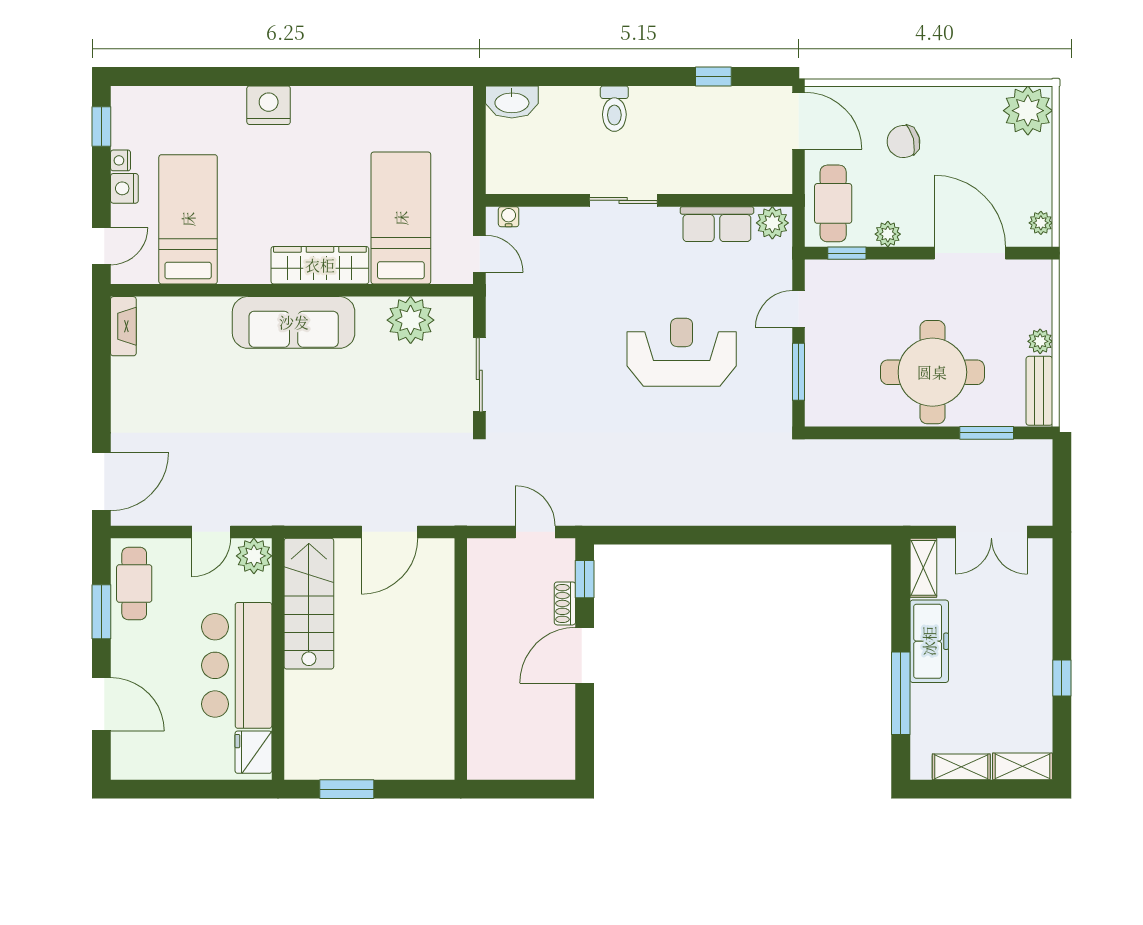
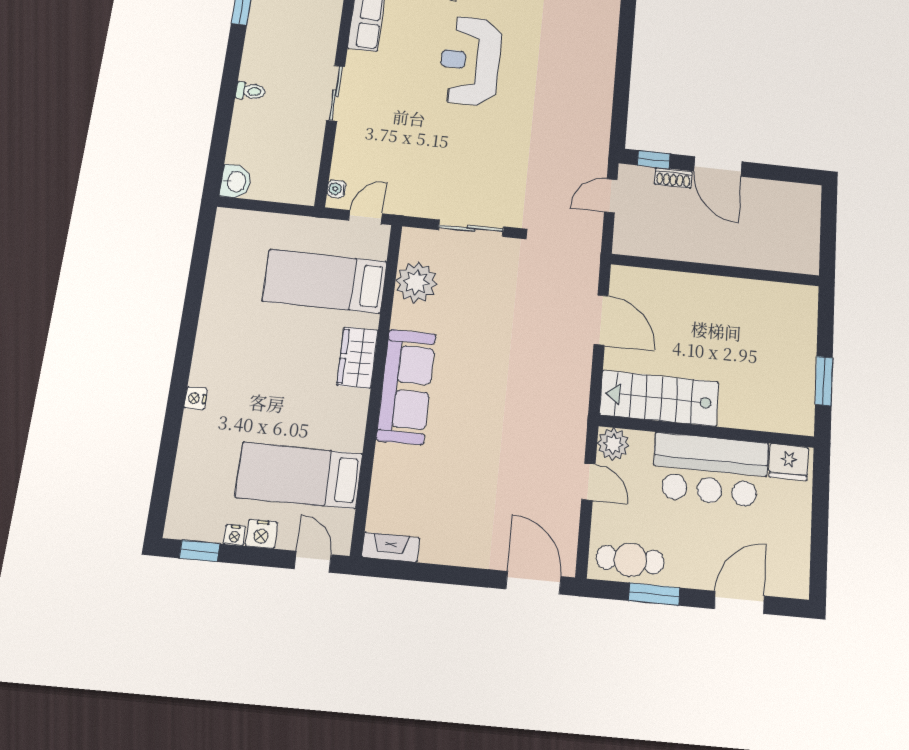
washbasin: (512, 102) -> (236, 182), width x0.72
nightstand: (269, 105) -> (196, 398), width x0.53, depth x0.56
toilet: (614, 109) -> (251, 91), width x0.73, depth x0.72
wardrobe: (320, 265) -> (357, 358), width x0.67

